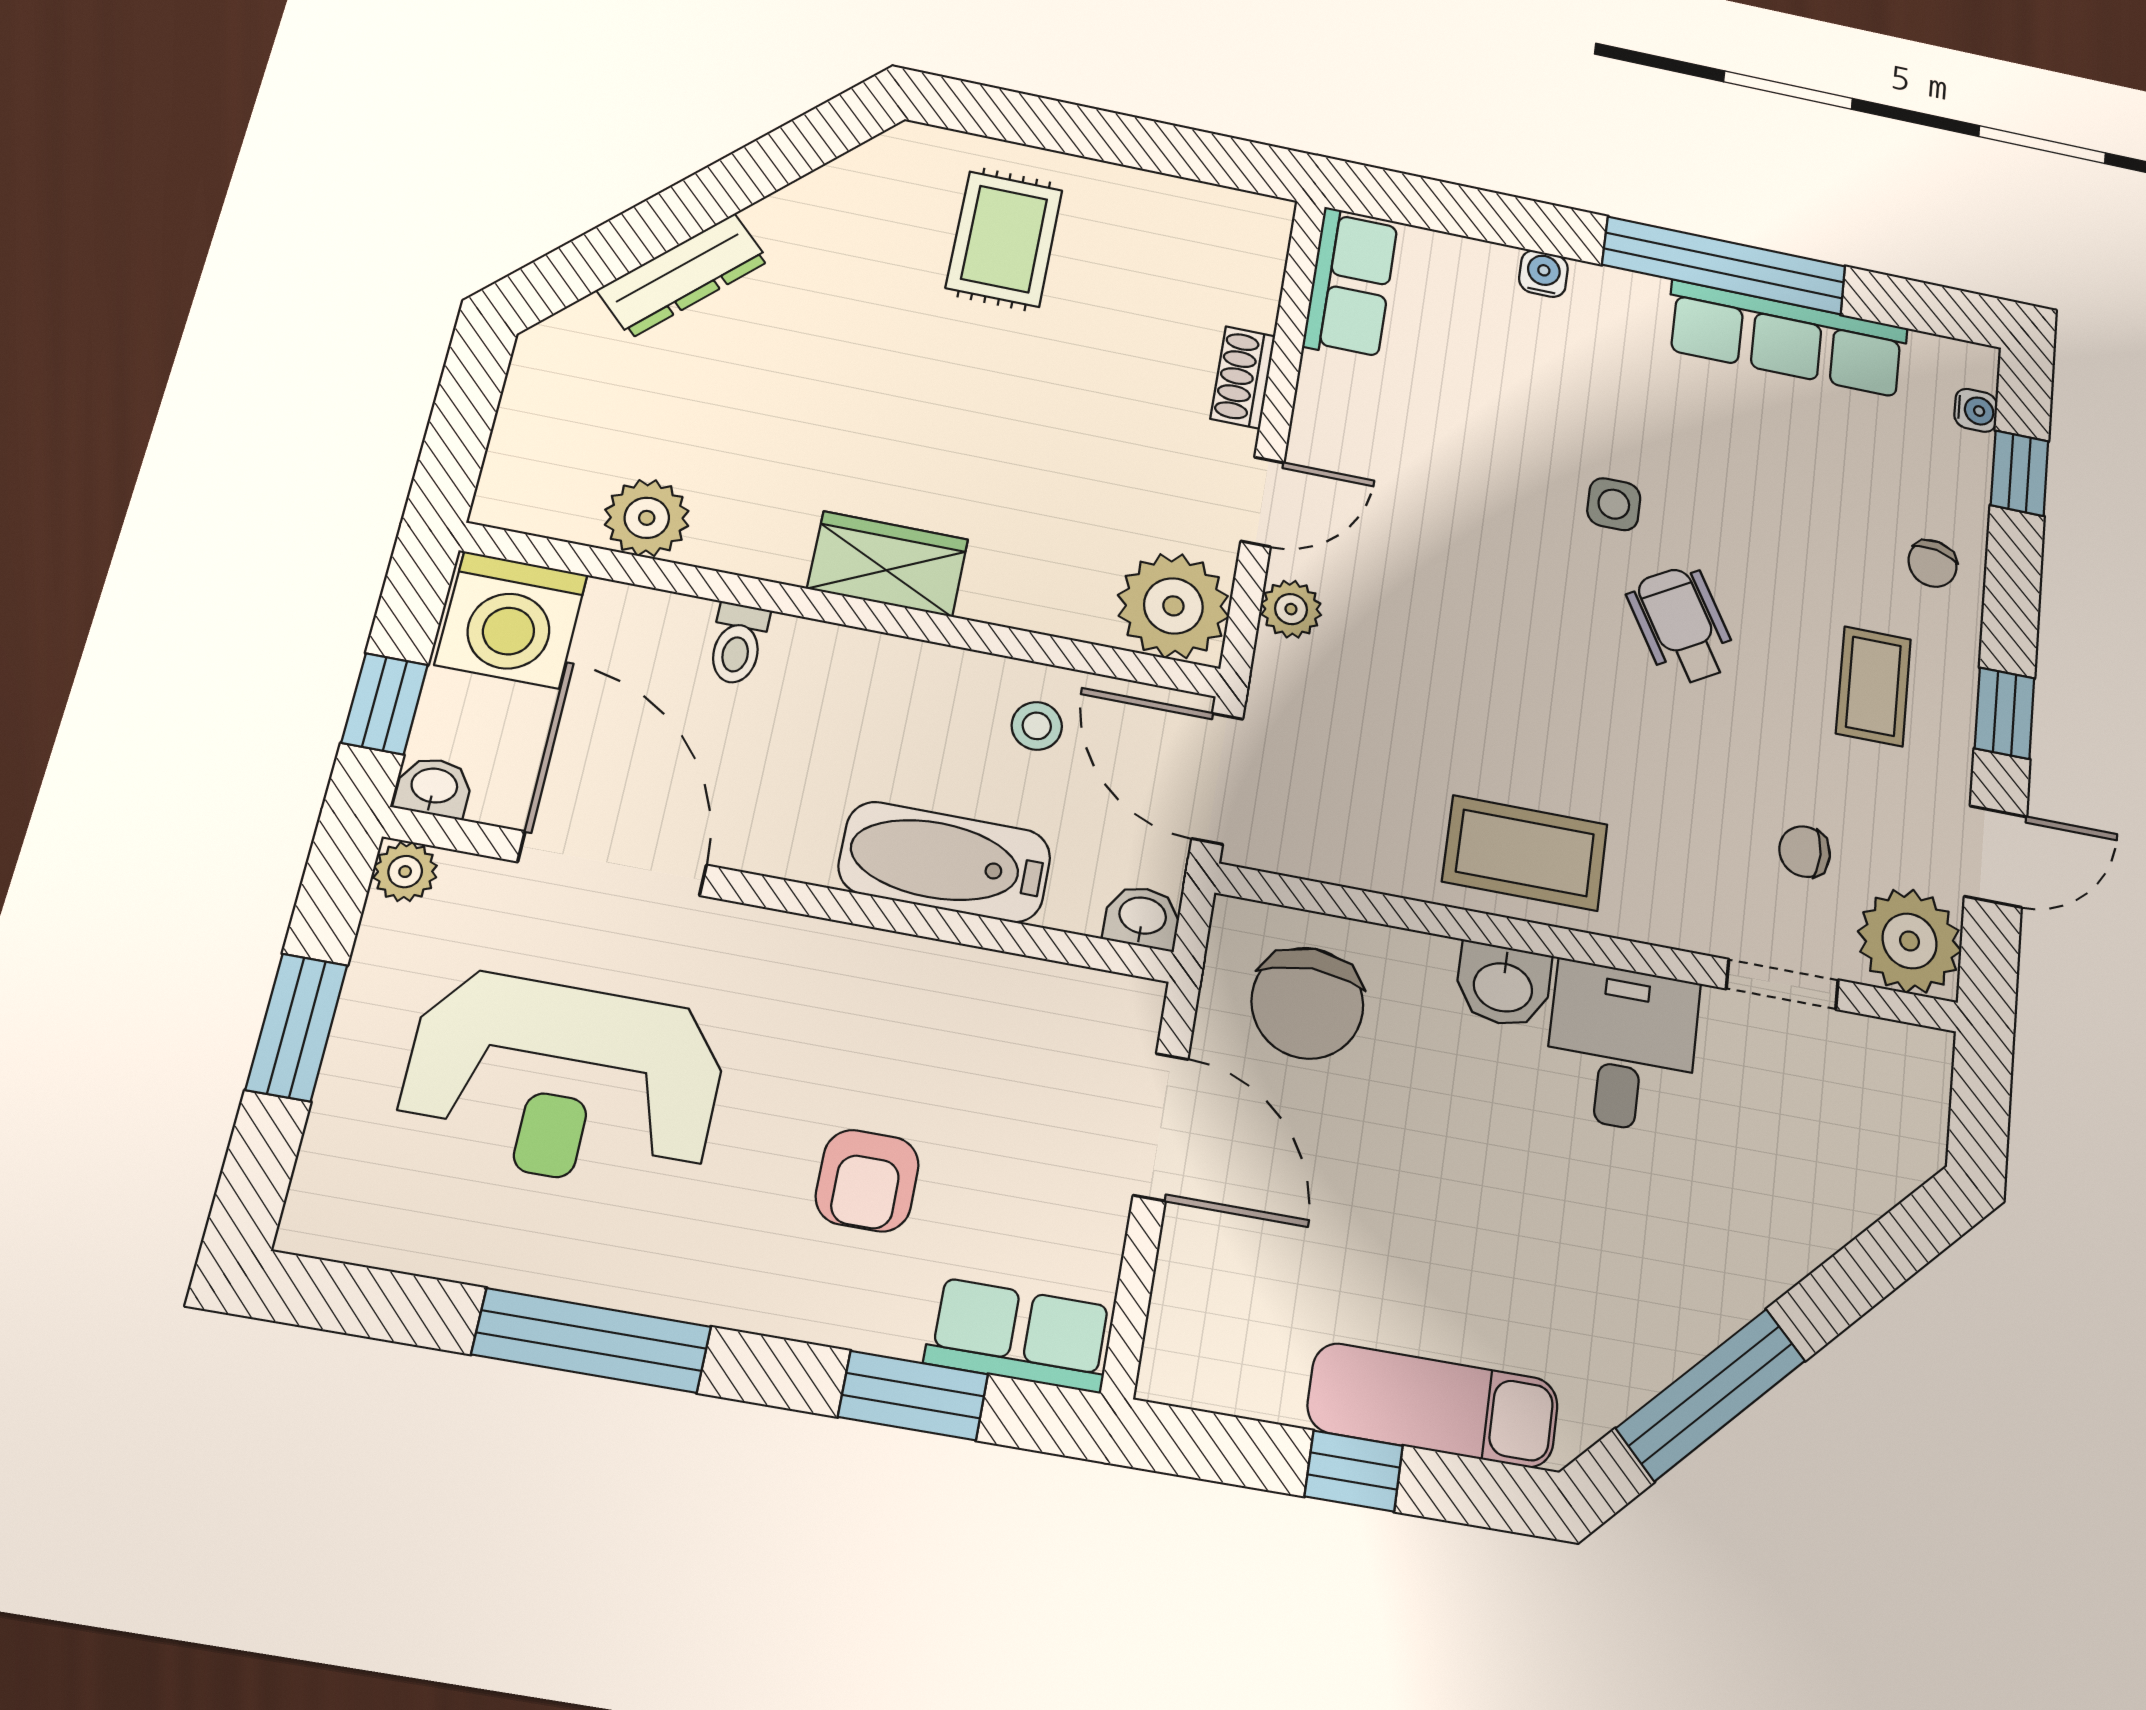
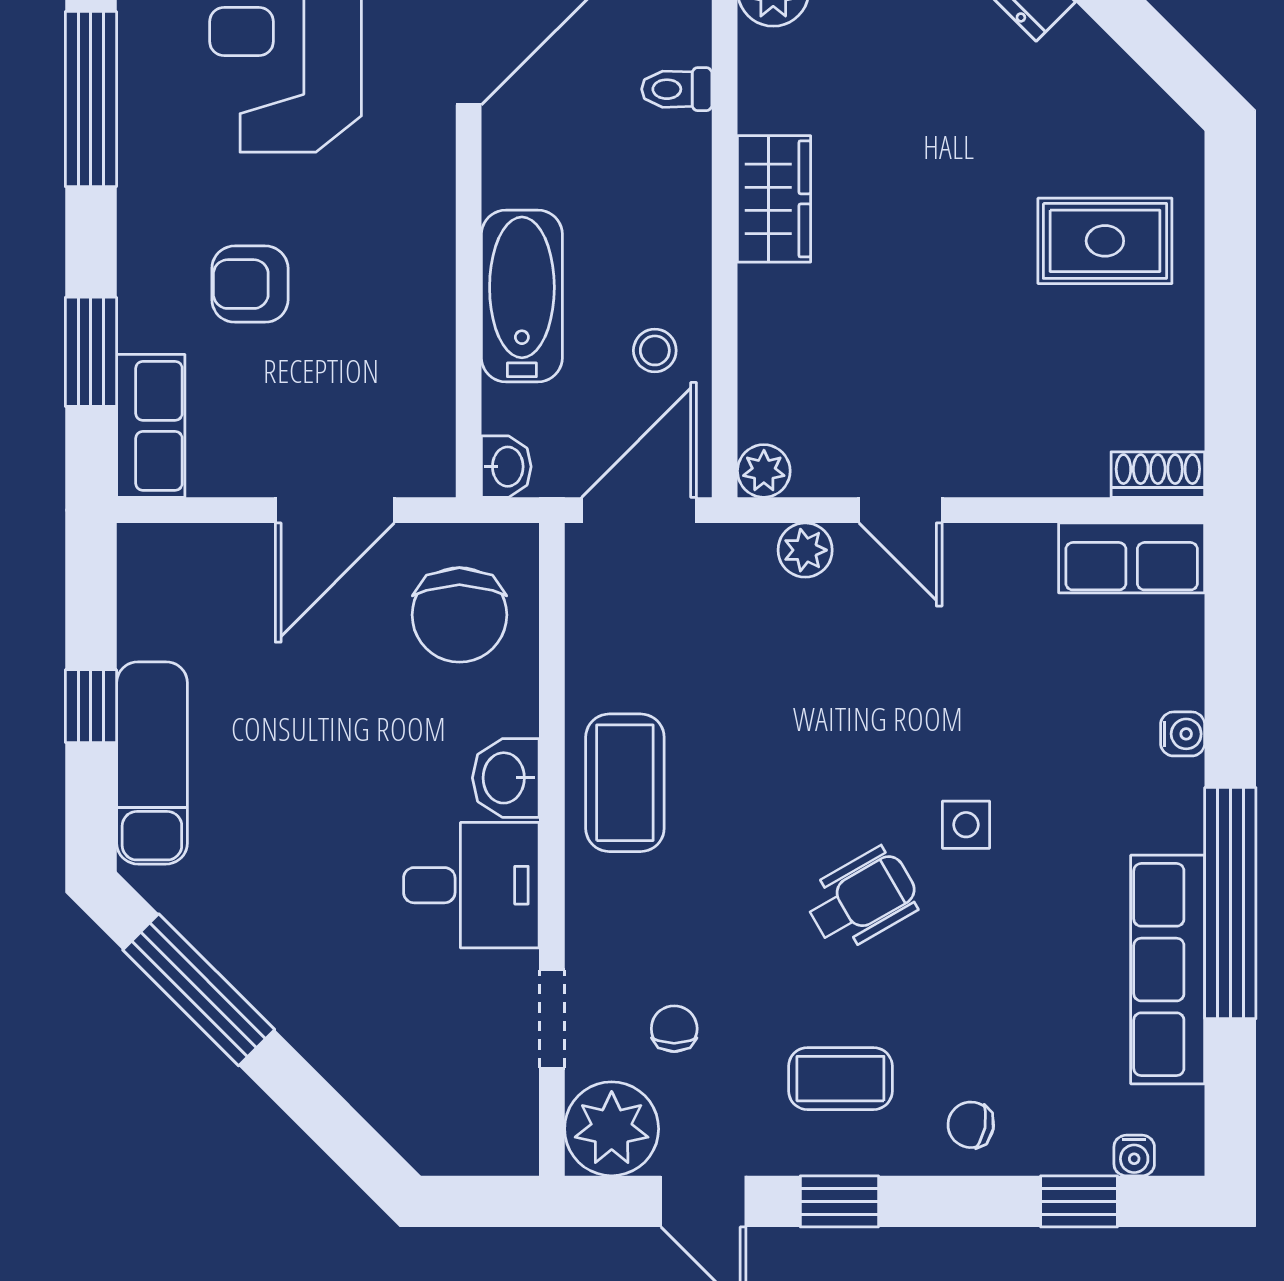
shoe rack: (1243, 377) -> (1158, 475), moved
plant: (1173, 606) -> (764, 471), width x0.53, depth x0.53
chair: (1307, 1003) -> (459, 615), turned -90

